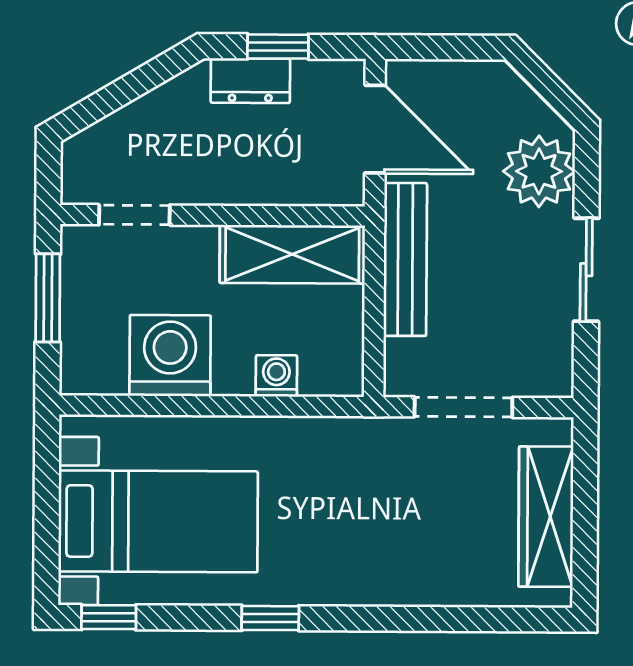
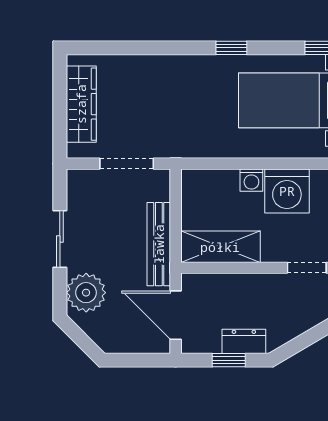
washing machine: (276, 376) -> (251, 180), moved

